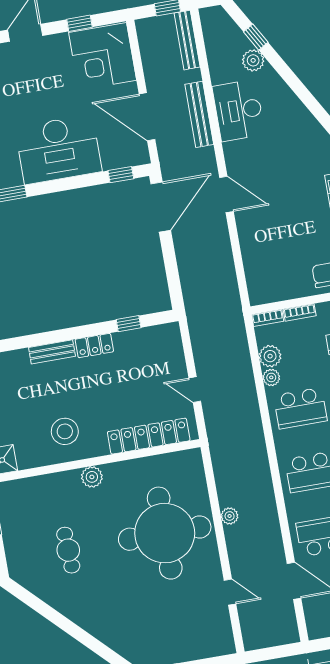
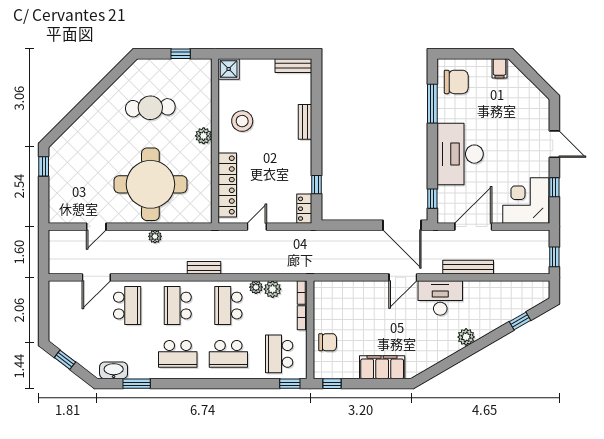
bench: (187, 40) -> (204, 268), moved, width x0.73
plant: (253, 60) -> (466, 337), moved
desk: (239, 110) -> (440, 298), moved
locker: (94, 346) -> (304, 209), moved
cafe table: (68, 550) -> (150, 108), width x1.37, depth x1.35

